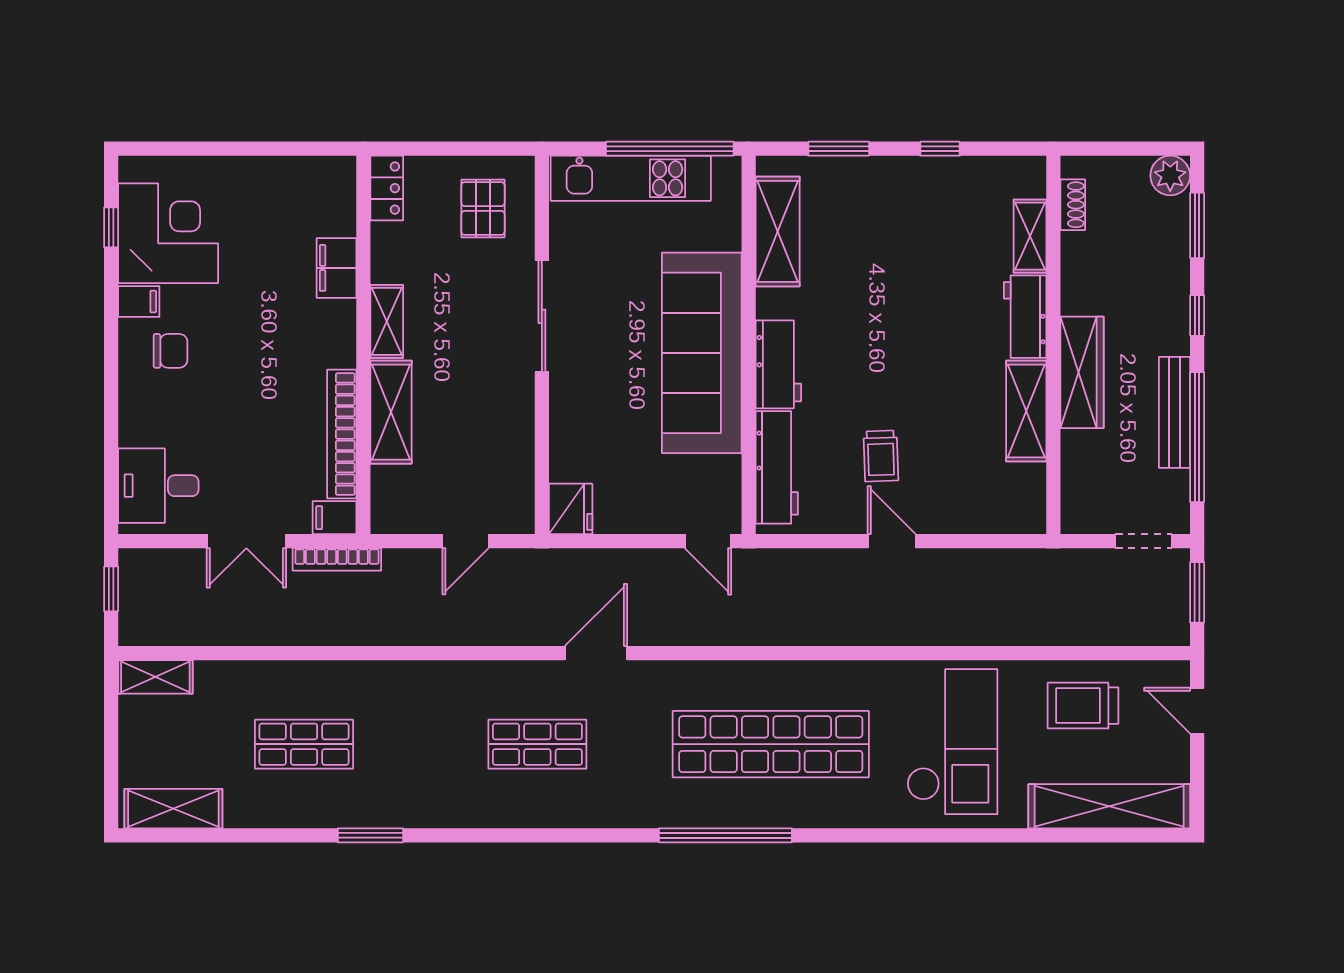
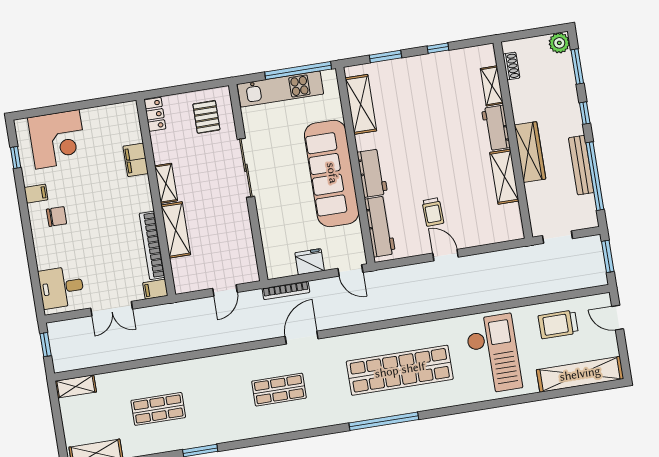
corner desk: (168, 233) -> (57, 139), moved, turned 90
fridge: (571, 509) -> (310, 262), moved, turned -90
doorway: (1144, 541) -> (557, 237), moved
bookcase: (337, 559) -> (286, 290), moved

